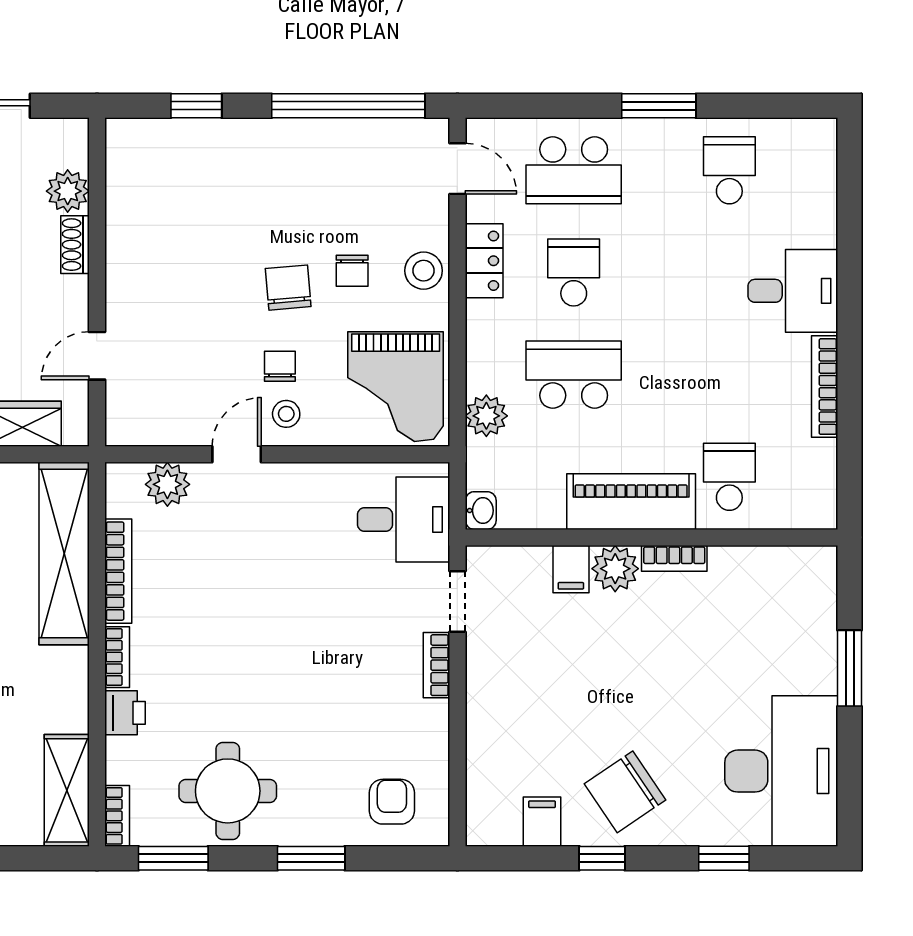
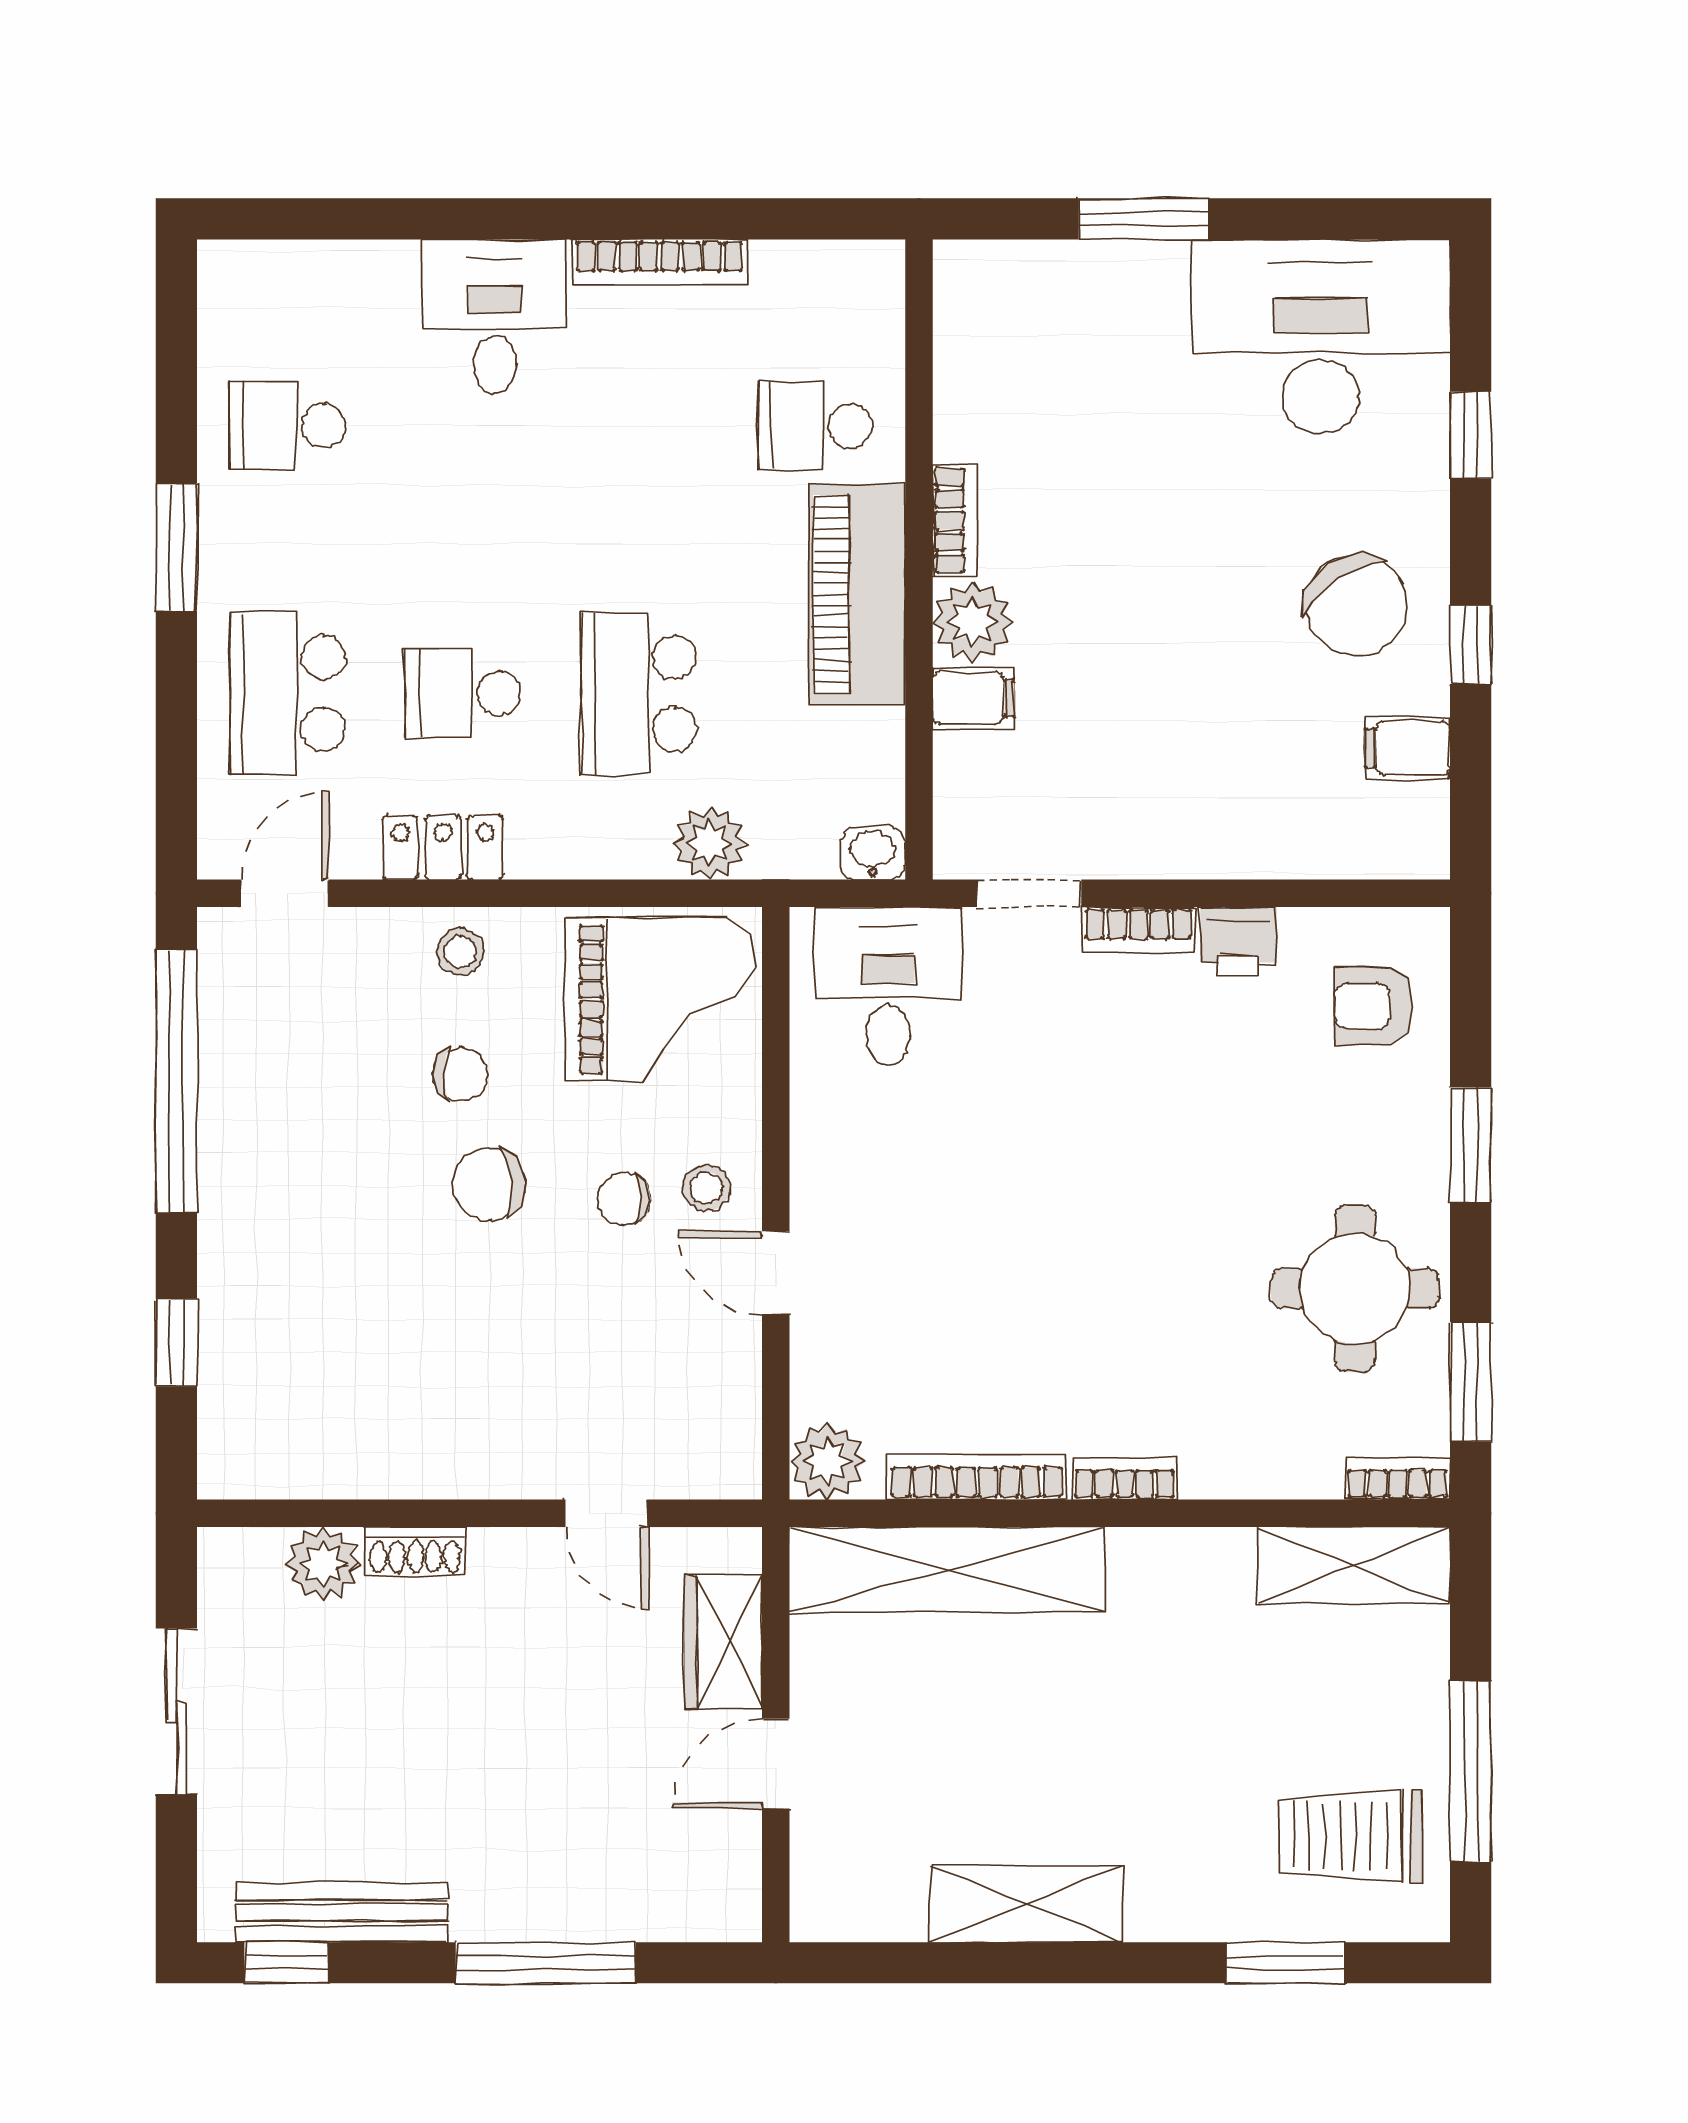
school desk: (574, 170) -> (287, 693), turned 180
stool: (424, 271) -> (460, 952), width x0.73, depth x0.73
plant: (167, 484) -> (828, 1461), moved
printer: (125, 713) -> (1238, 942), moved, turned 180

